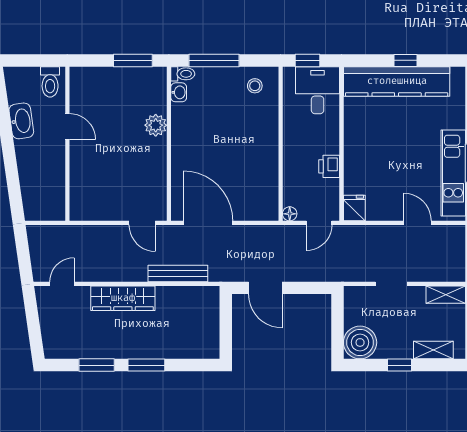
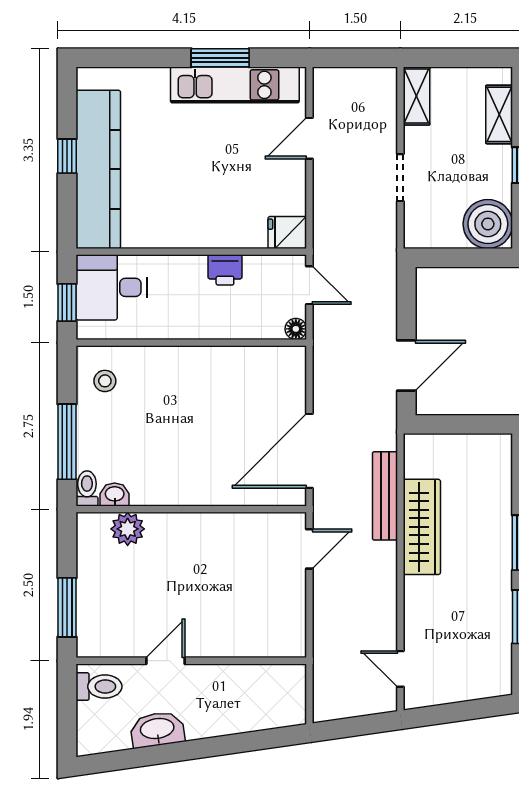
window: (133, 60) -> (67, 607), moved
plant: (156, 125) -> (128, 529), moved
wardrobe: (123, 298) -> (422, 527), moved

